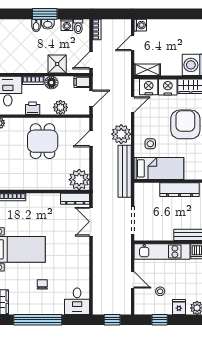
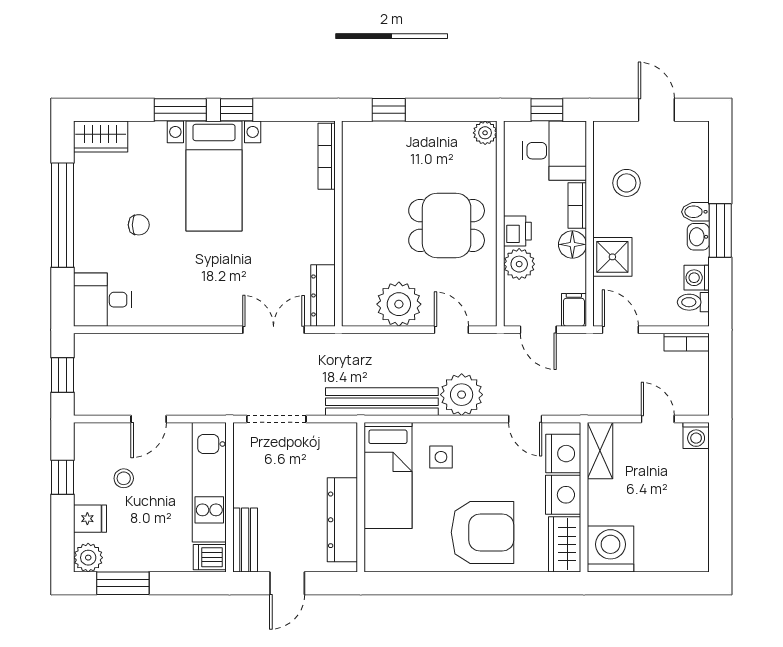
stool: (23, 57) -> (627, 183), added
printer: (33, 108) -> (517, 231), moved
plant: (79, 180) -> (399, 304), moved

